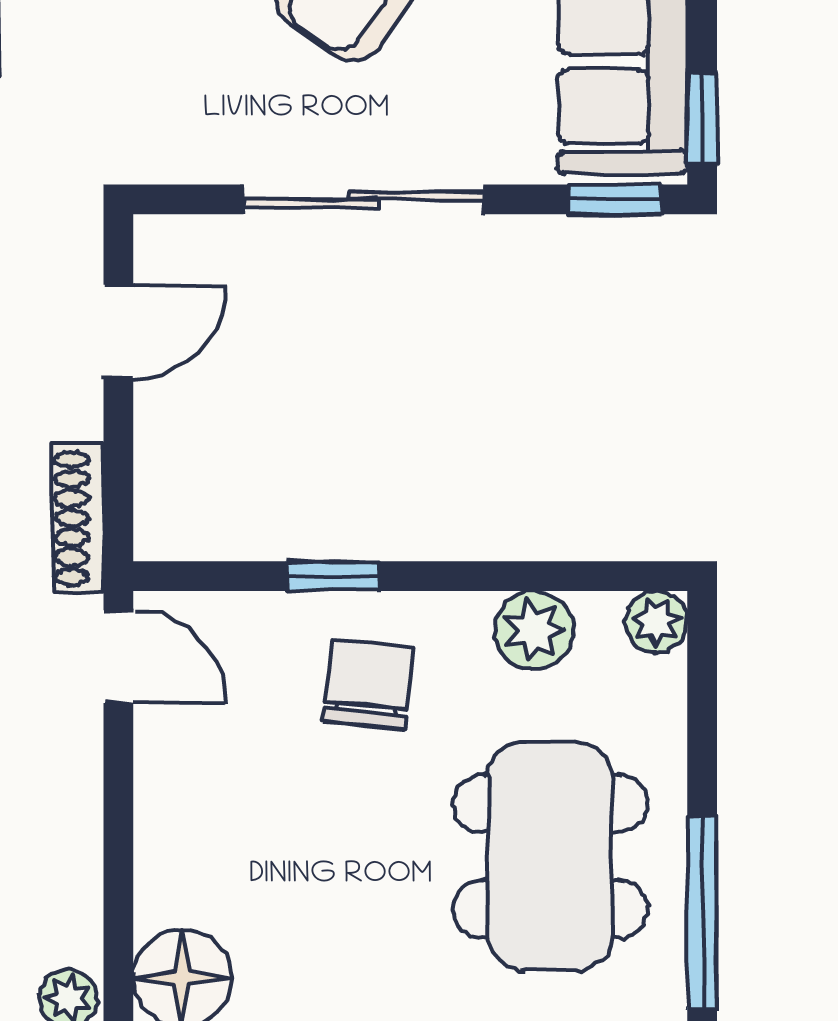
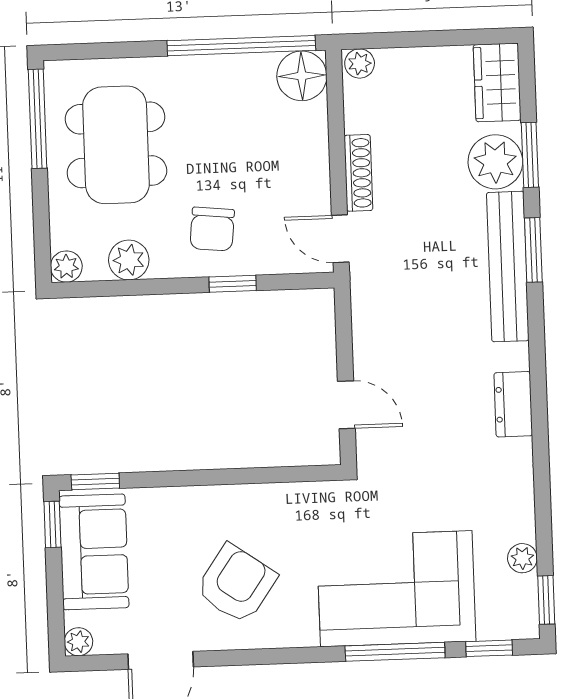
sliding door: (363, 199) -> (224, 477), removed
door: (118, 331) -> (346, 405), swing flipped
shoe rack: (78, 518) -> (358, 173), moved

